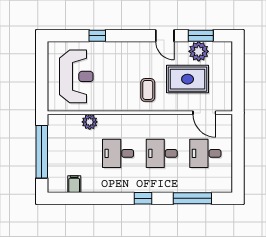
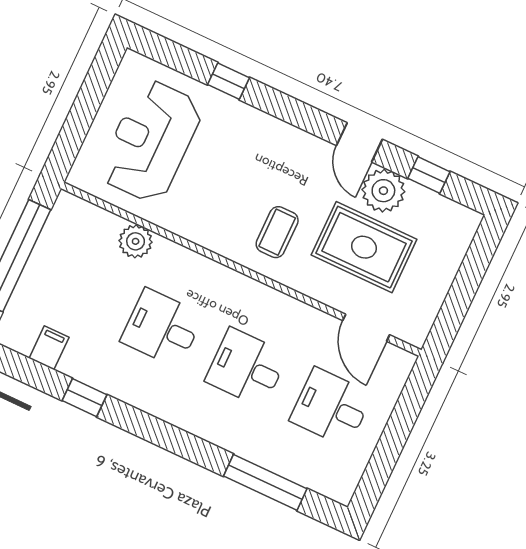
window: (201, 36) -> (429, 175), width x0.67
plant: (199, 51) -> (383, 191), moved
reception desk: (76, 76) -> (151, 141), turned 180
window: (143, 198) -> (84, 398), moved

